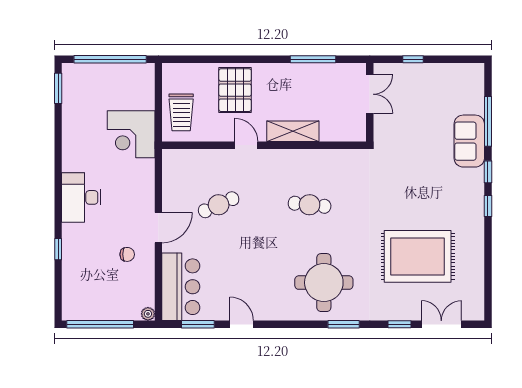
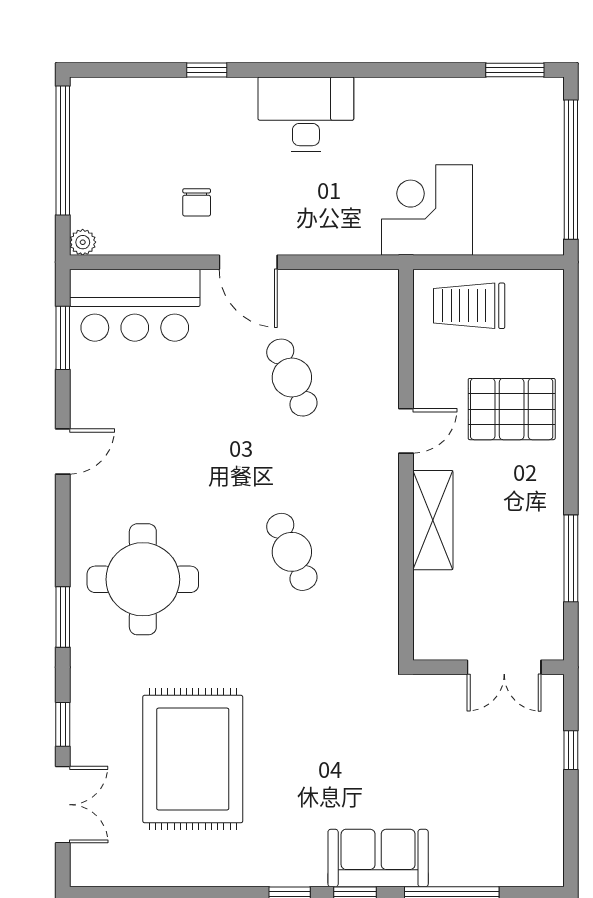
sofa: (469, 141) -> (378, 858), moved
cafe table: (310, 205) -> (292, 552), turned -30
door: (242, 324) -> (63, 451), moved

